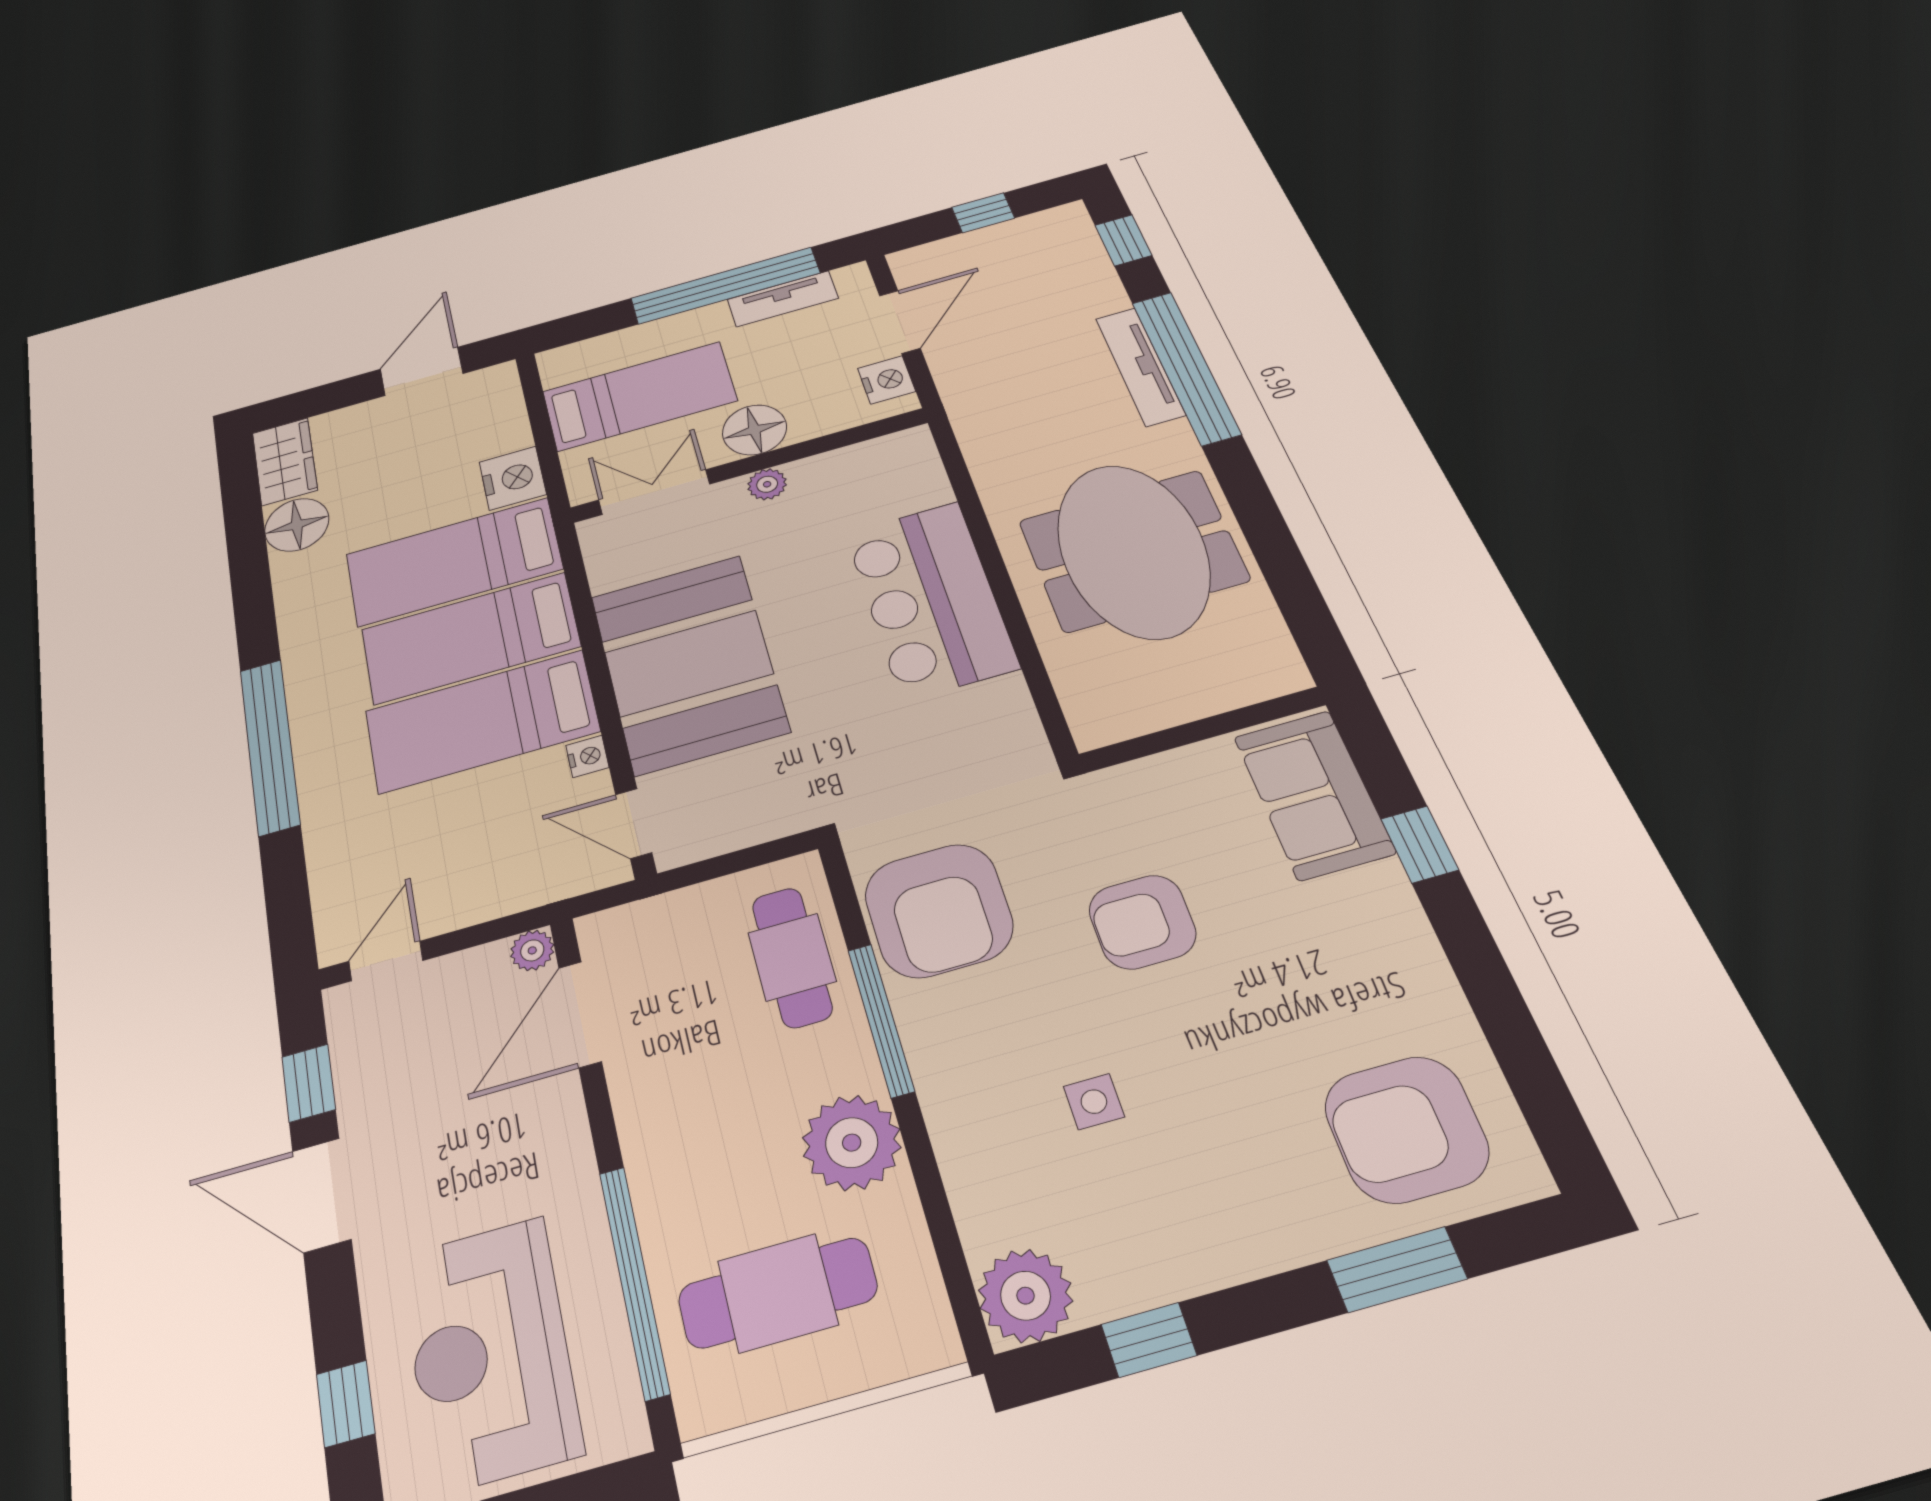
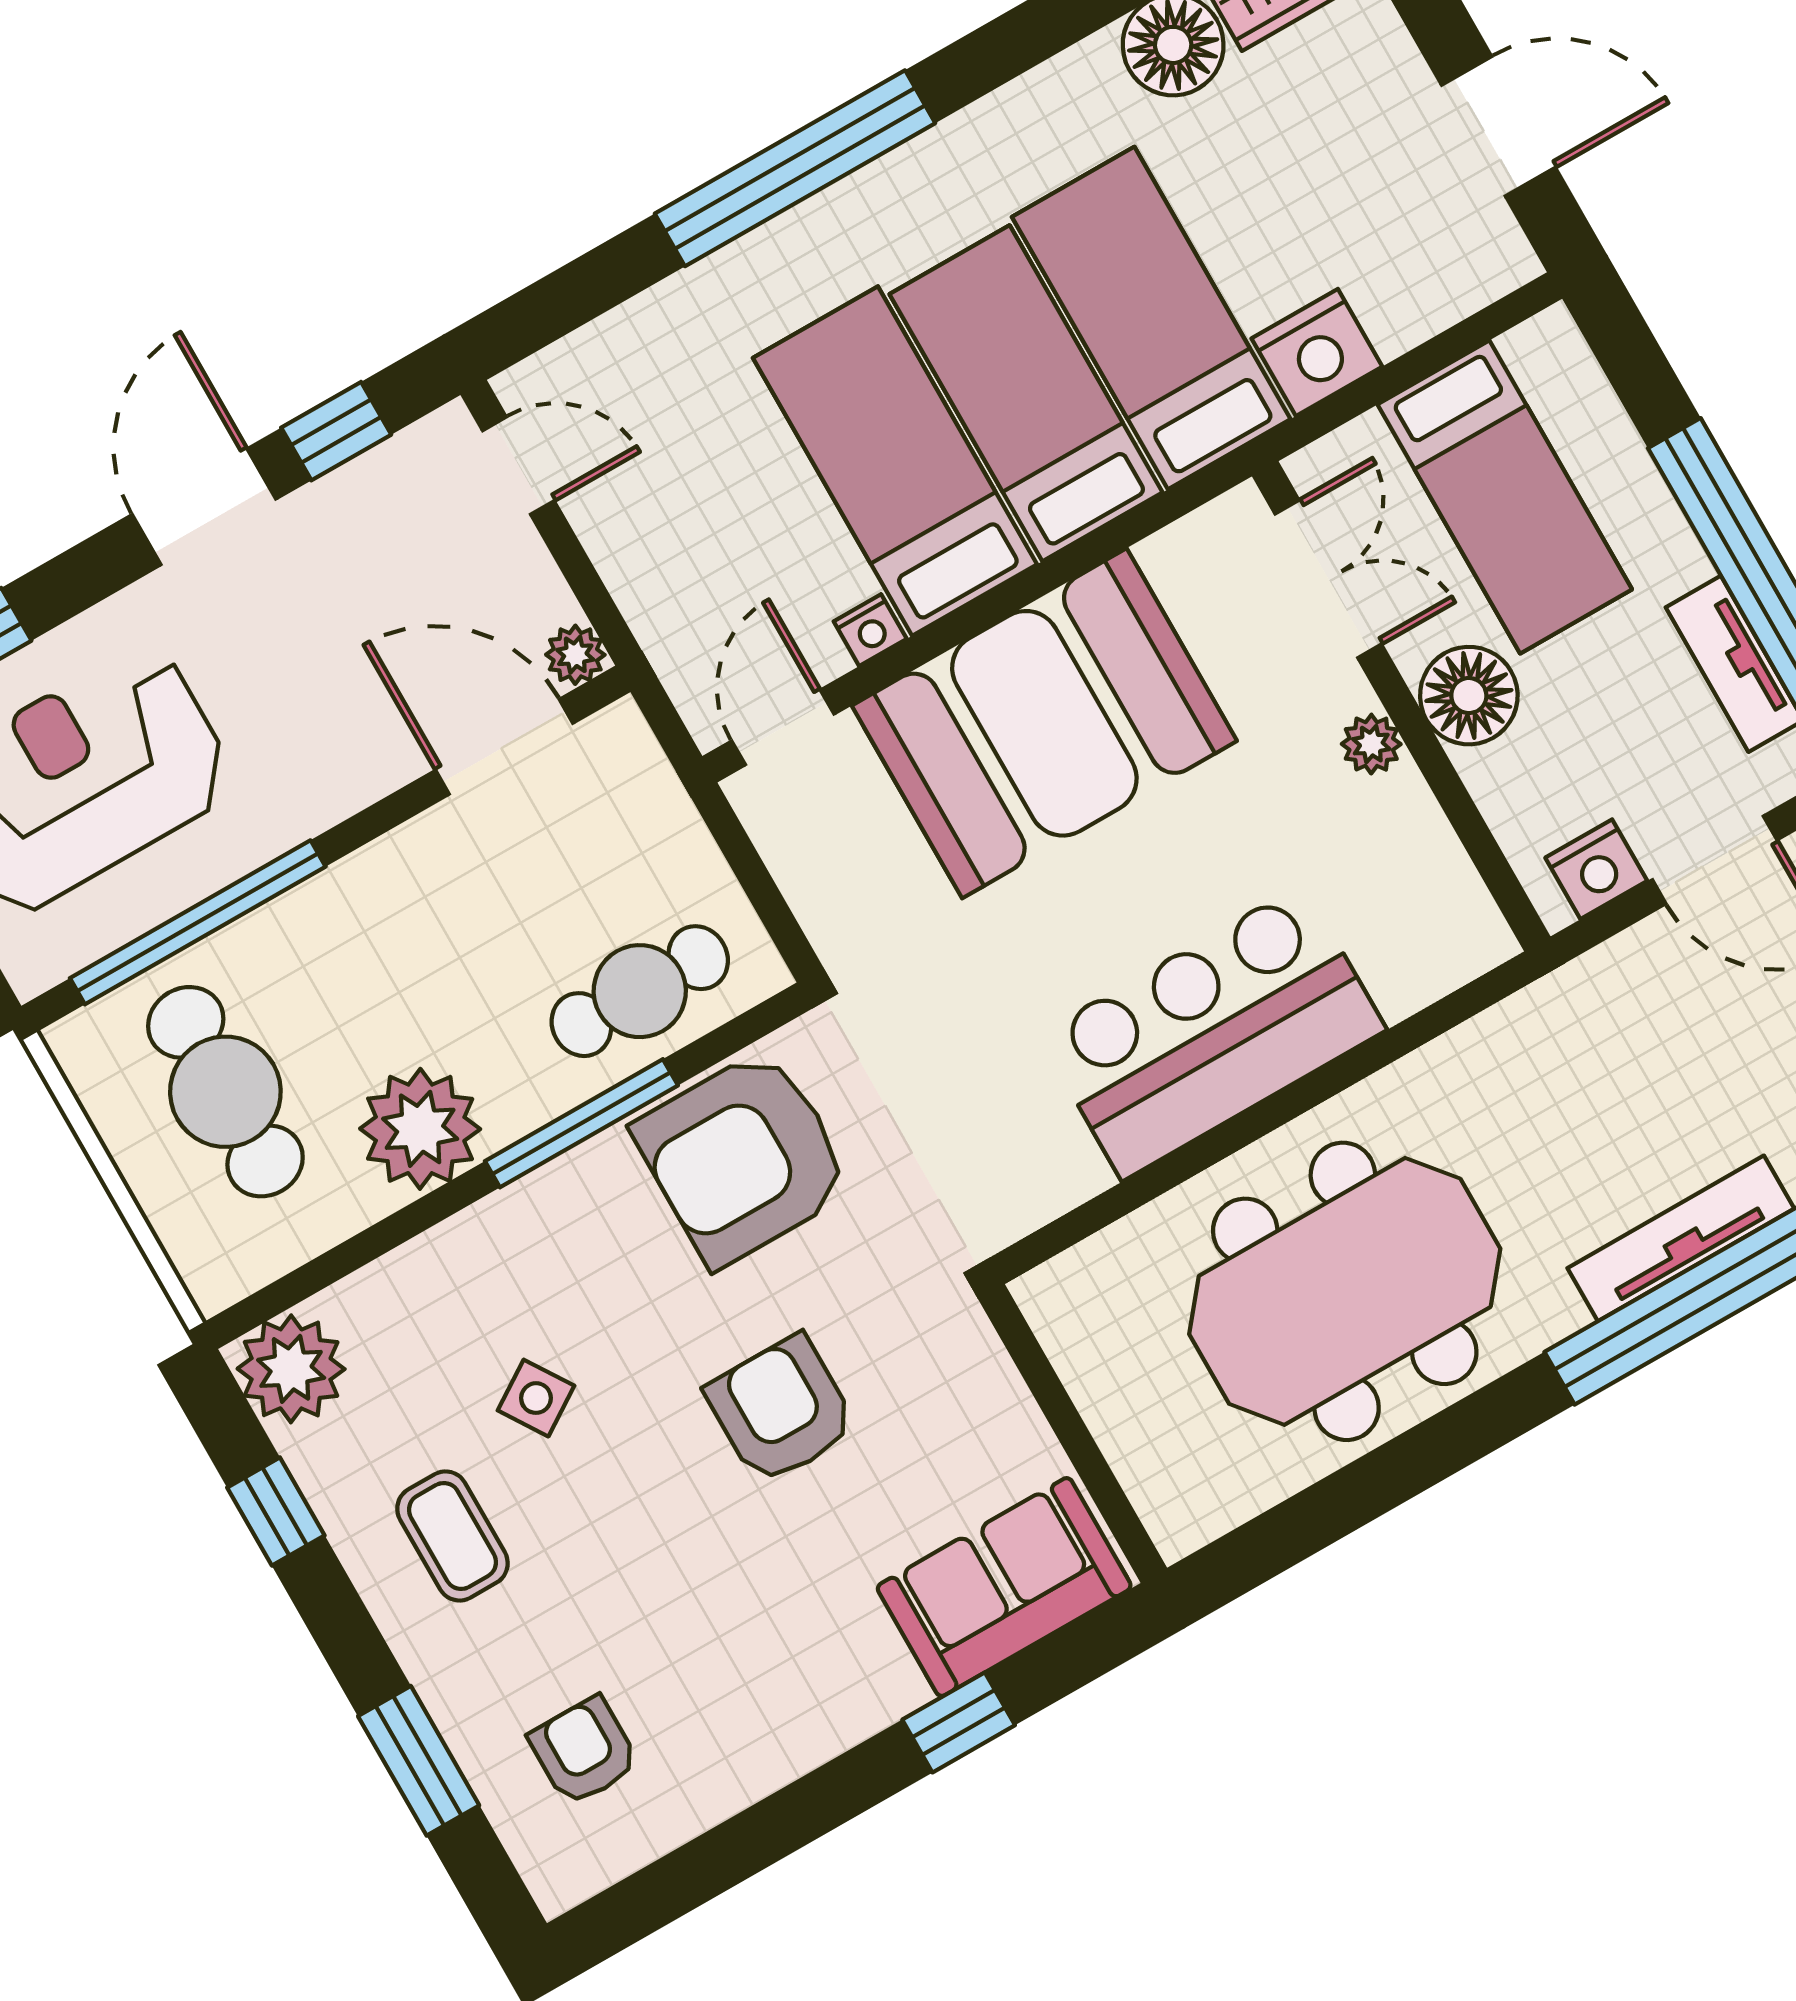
side table: (1094, 1102) -> (536, 1398), turned -33
armchair: (1406, 1129) -> (584, 1751), width x0.53, depth x0.53
coffee table: (1199, 1195) -> (452, 1536), added

